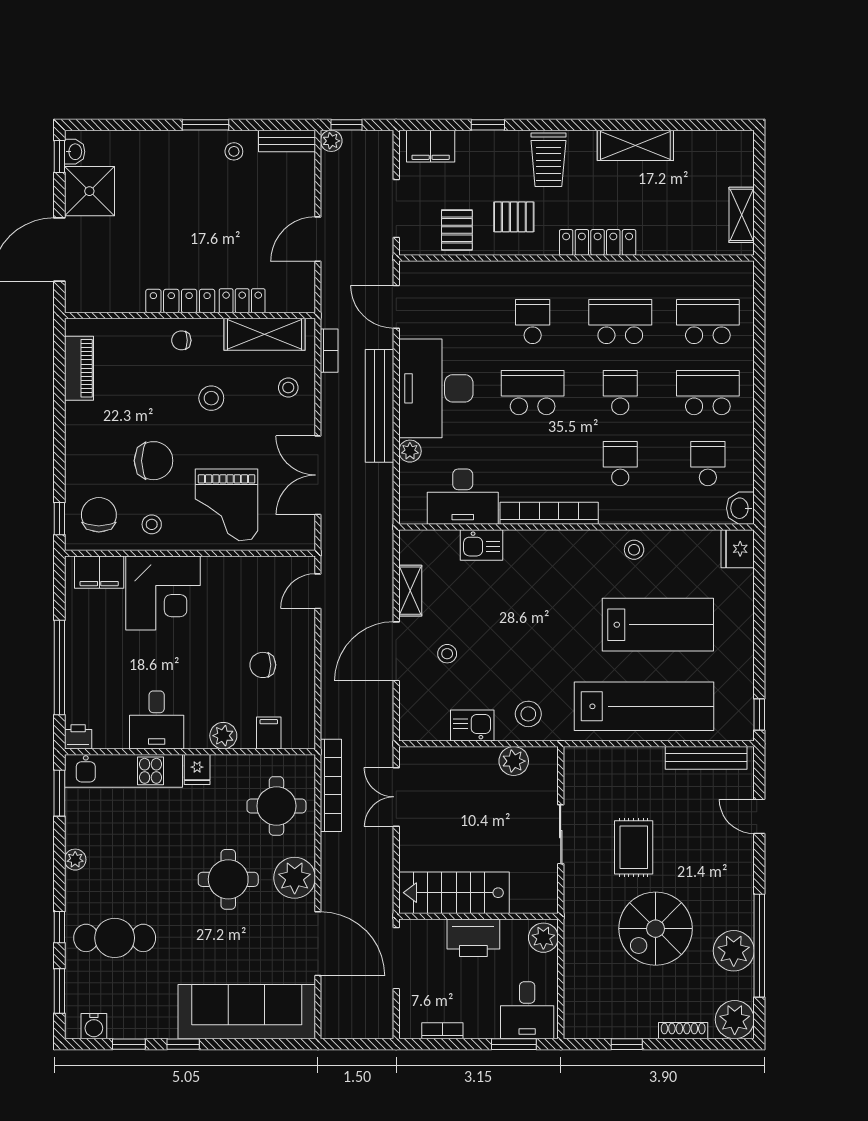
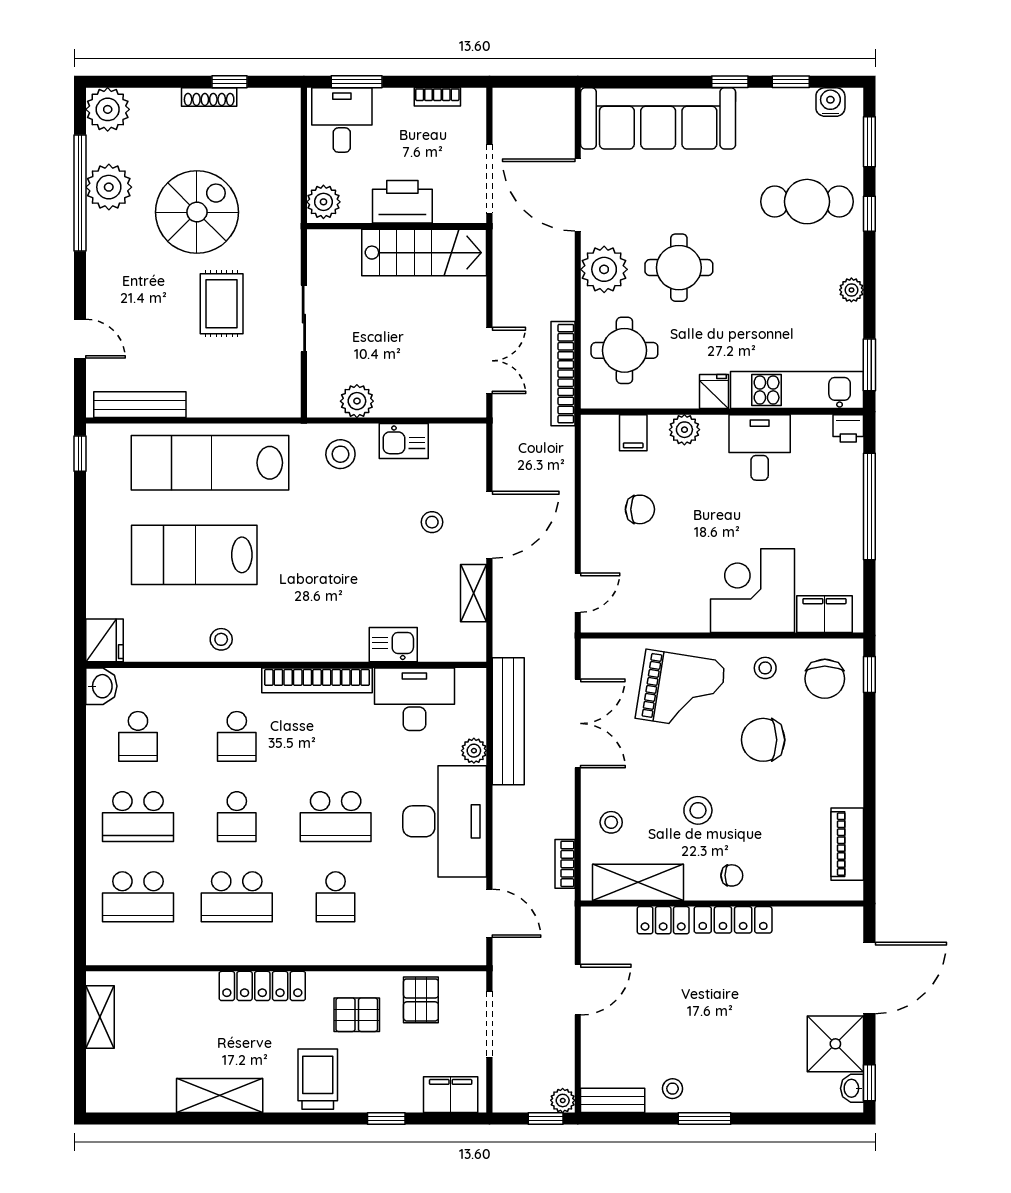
bench: (380, 406) -> (508, 721), moved
grand piano: (227, 505) -> (681, 690), turned 99
shoe rack: (683, 1031) -> (209, 97), moved

